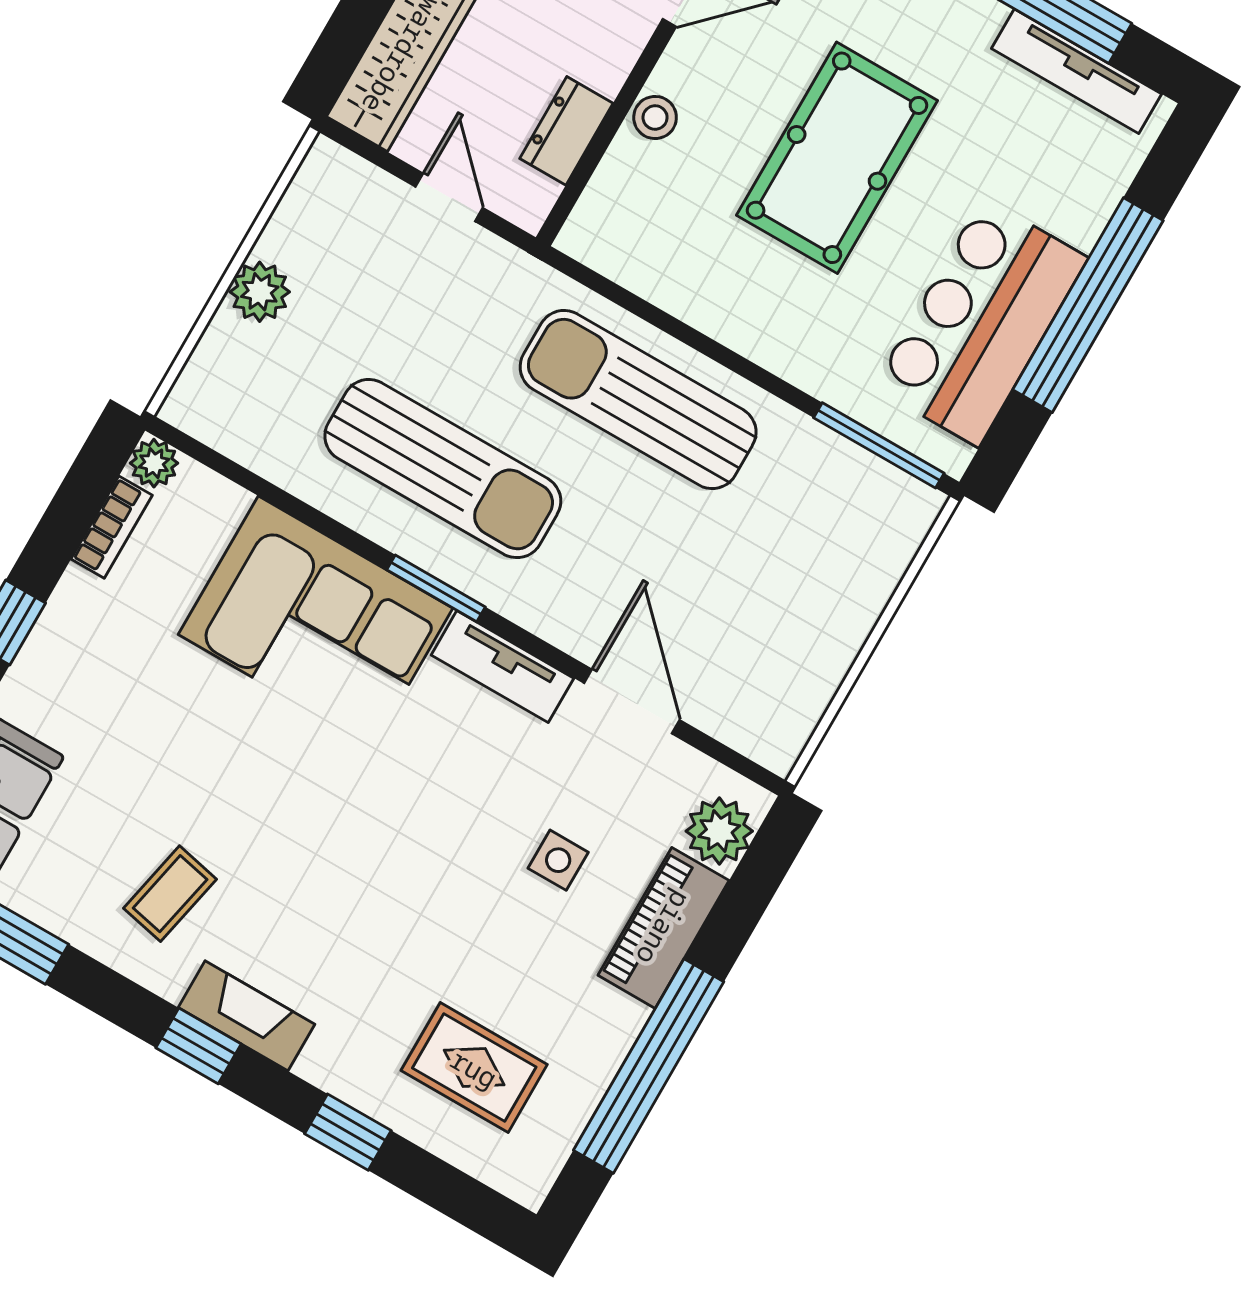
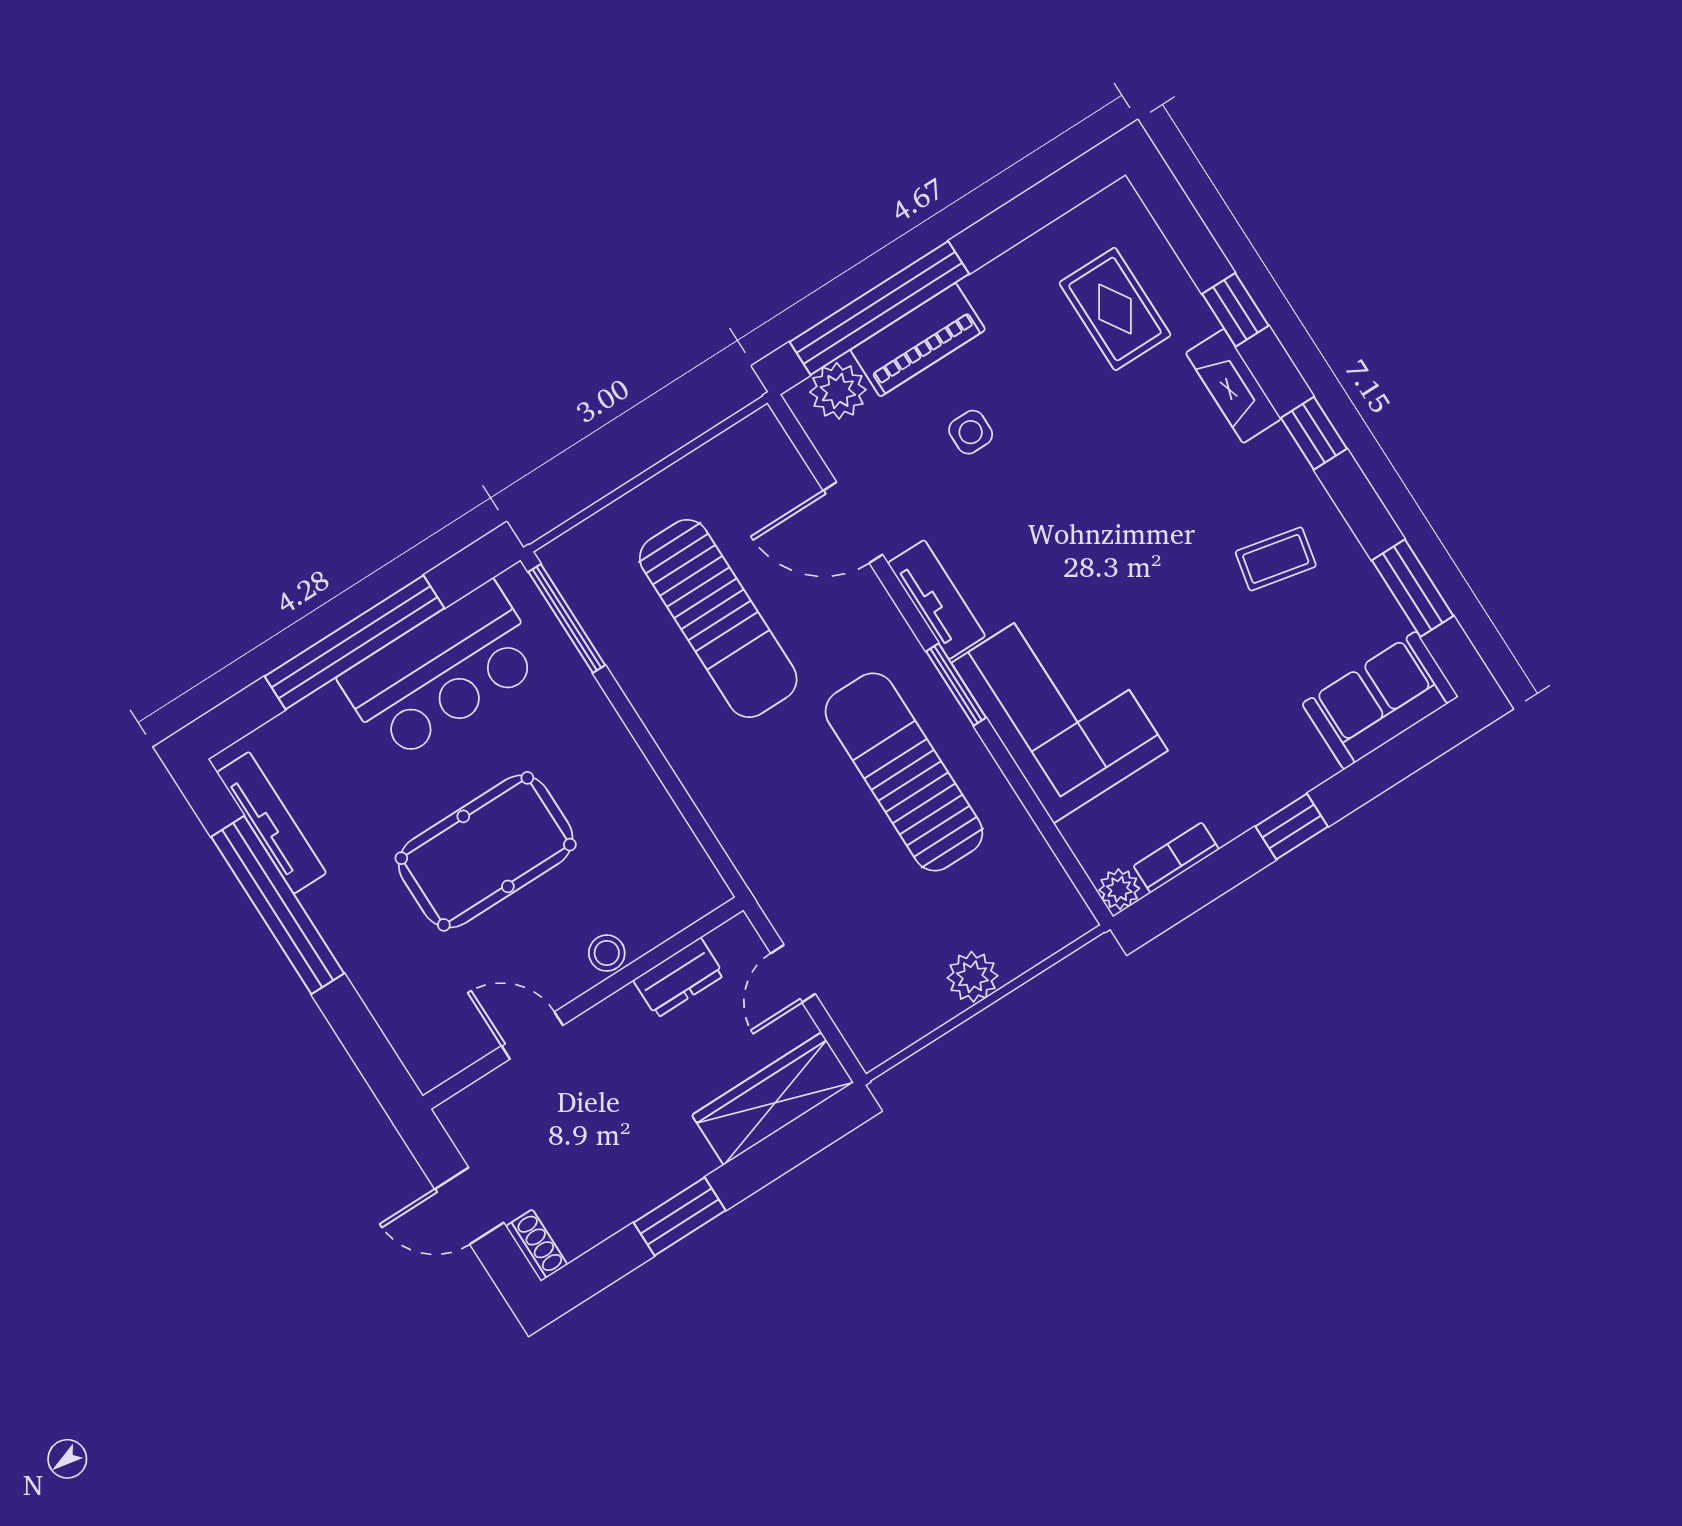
sun lounger: (638, 400) -> (718, 618), moved
door: (632, 702) -> (853, 523), hinge flipped
fireplace: (246, 1016) -> (1233, 386), moved
window: (649, 1066) -> (879, 308), moved

